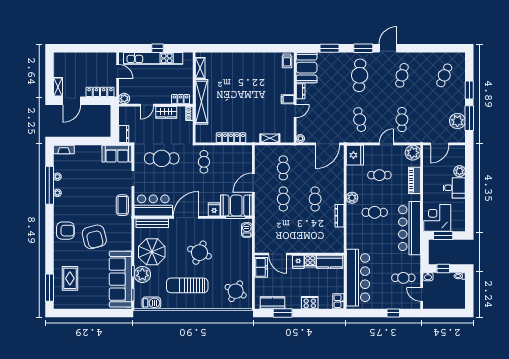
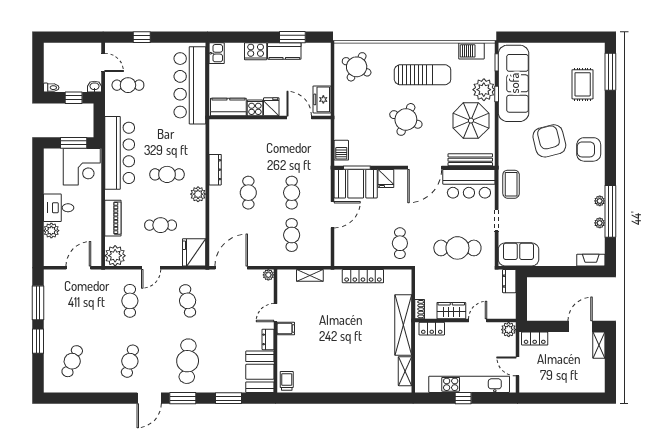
locker: (100, 92) -> (535, 339), width x0.66
plant: (457, 121) -> (54, 299), removed
kitchen counter: (273, 303) -> (284, 51), moved

